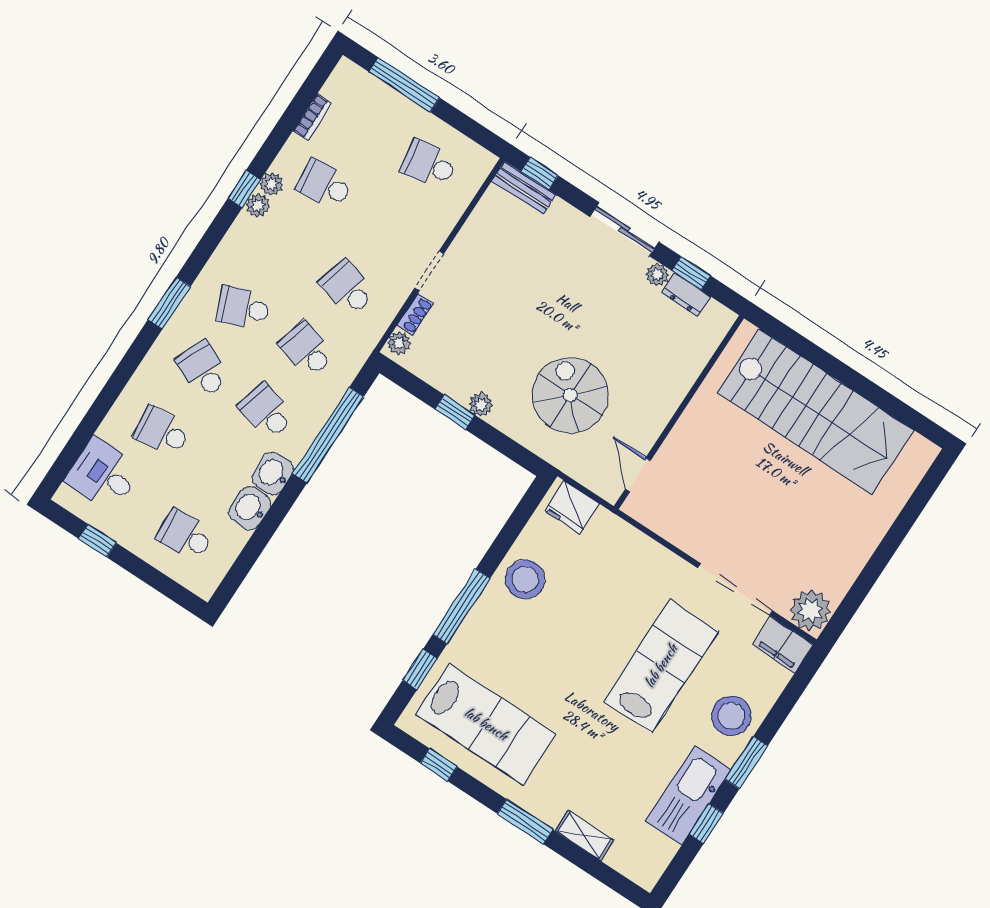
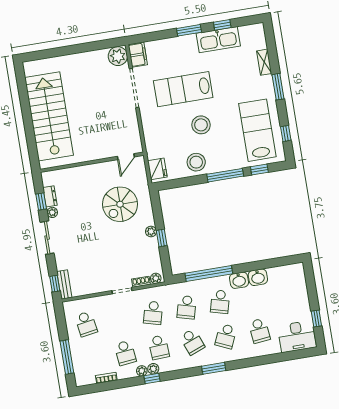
desk: (103, 474) -> (297, 336), width x1.37
school desk: (185, 535) -> (159, 347), moved
stool: (731, 716) -> (201, 125), moved

